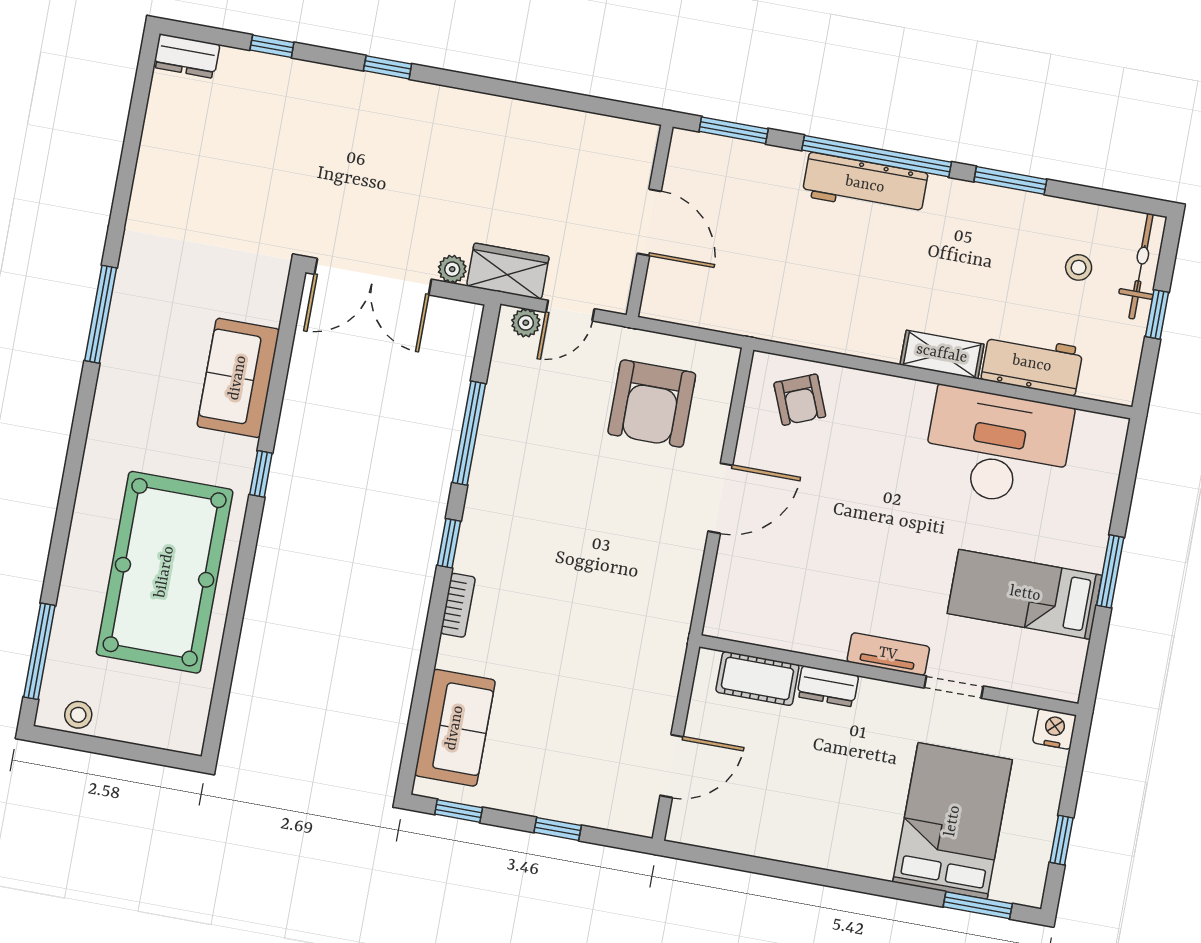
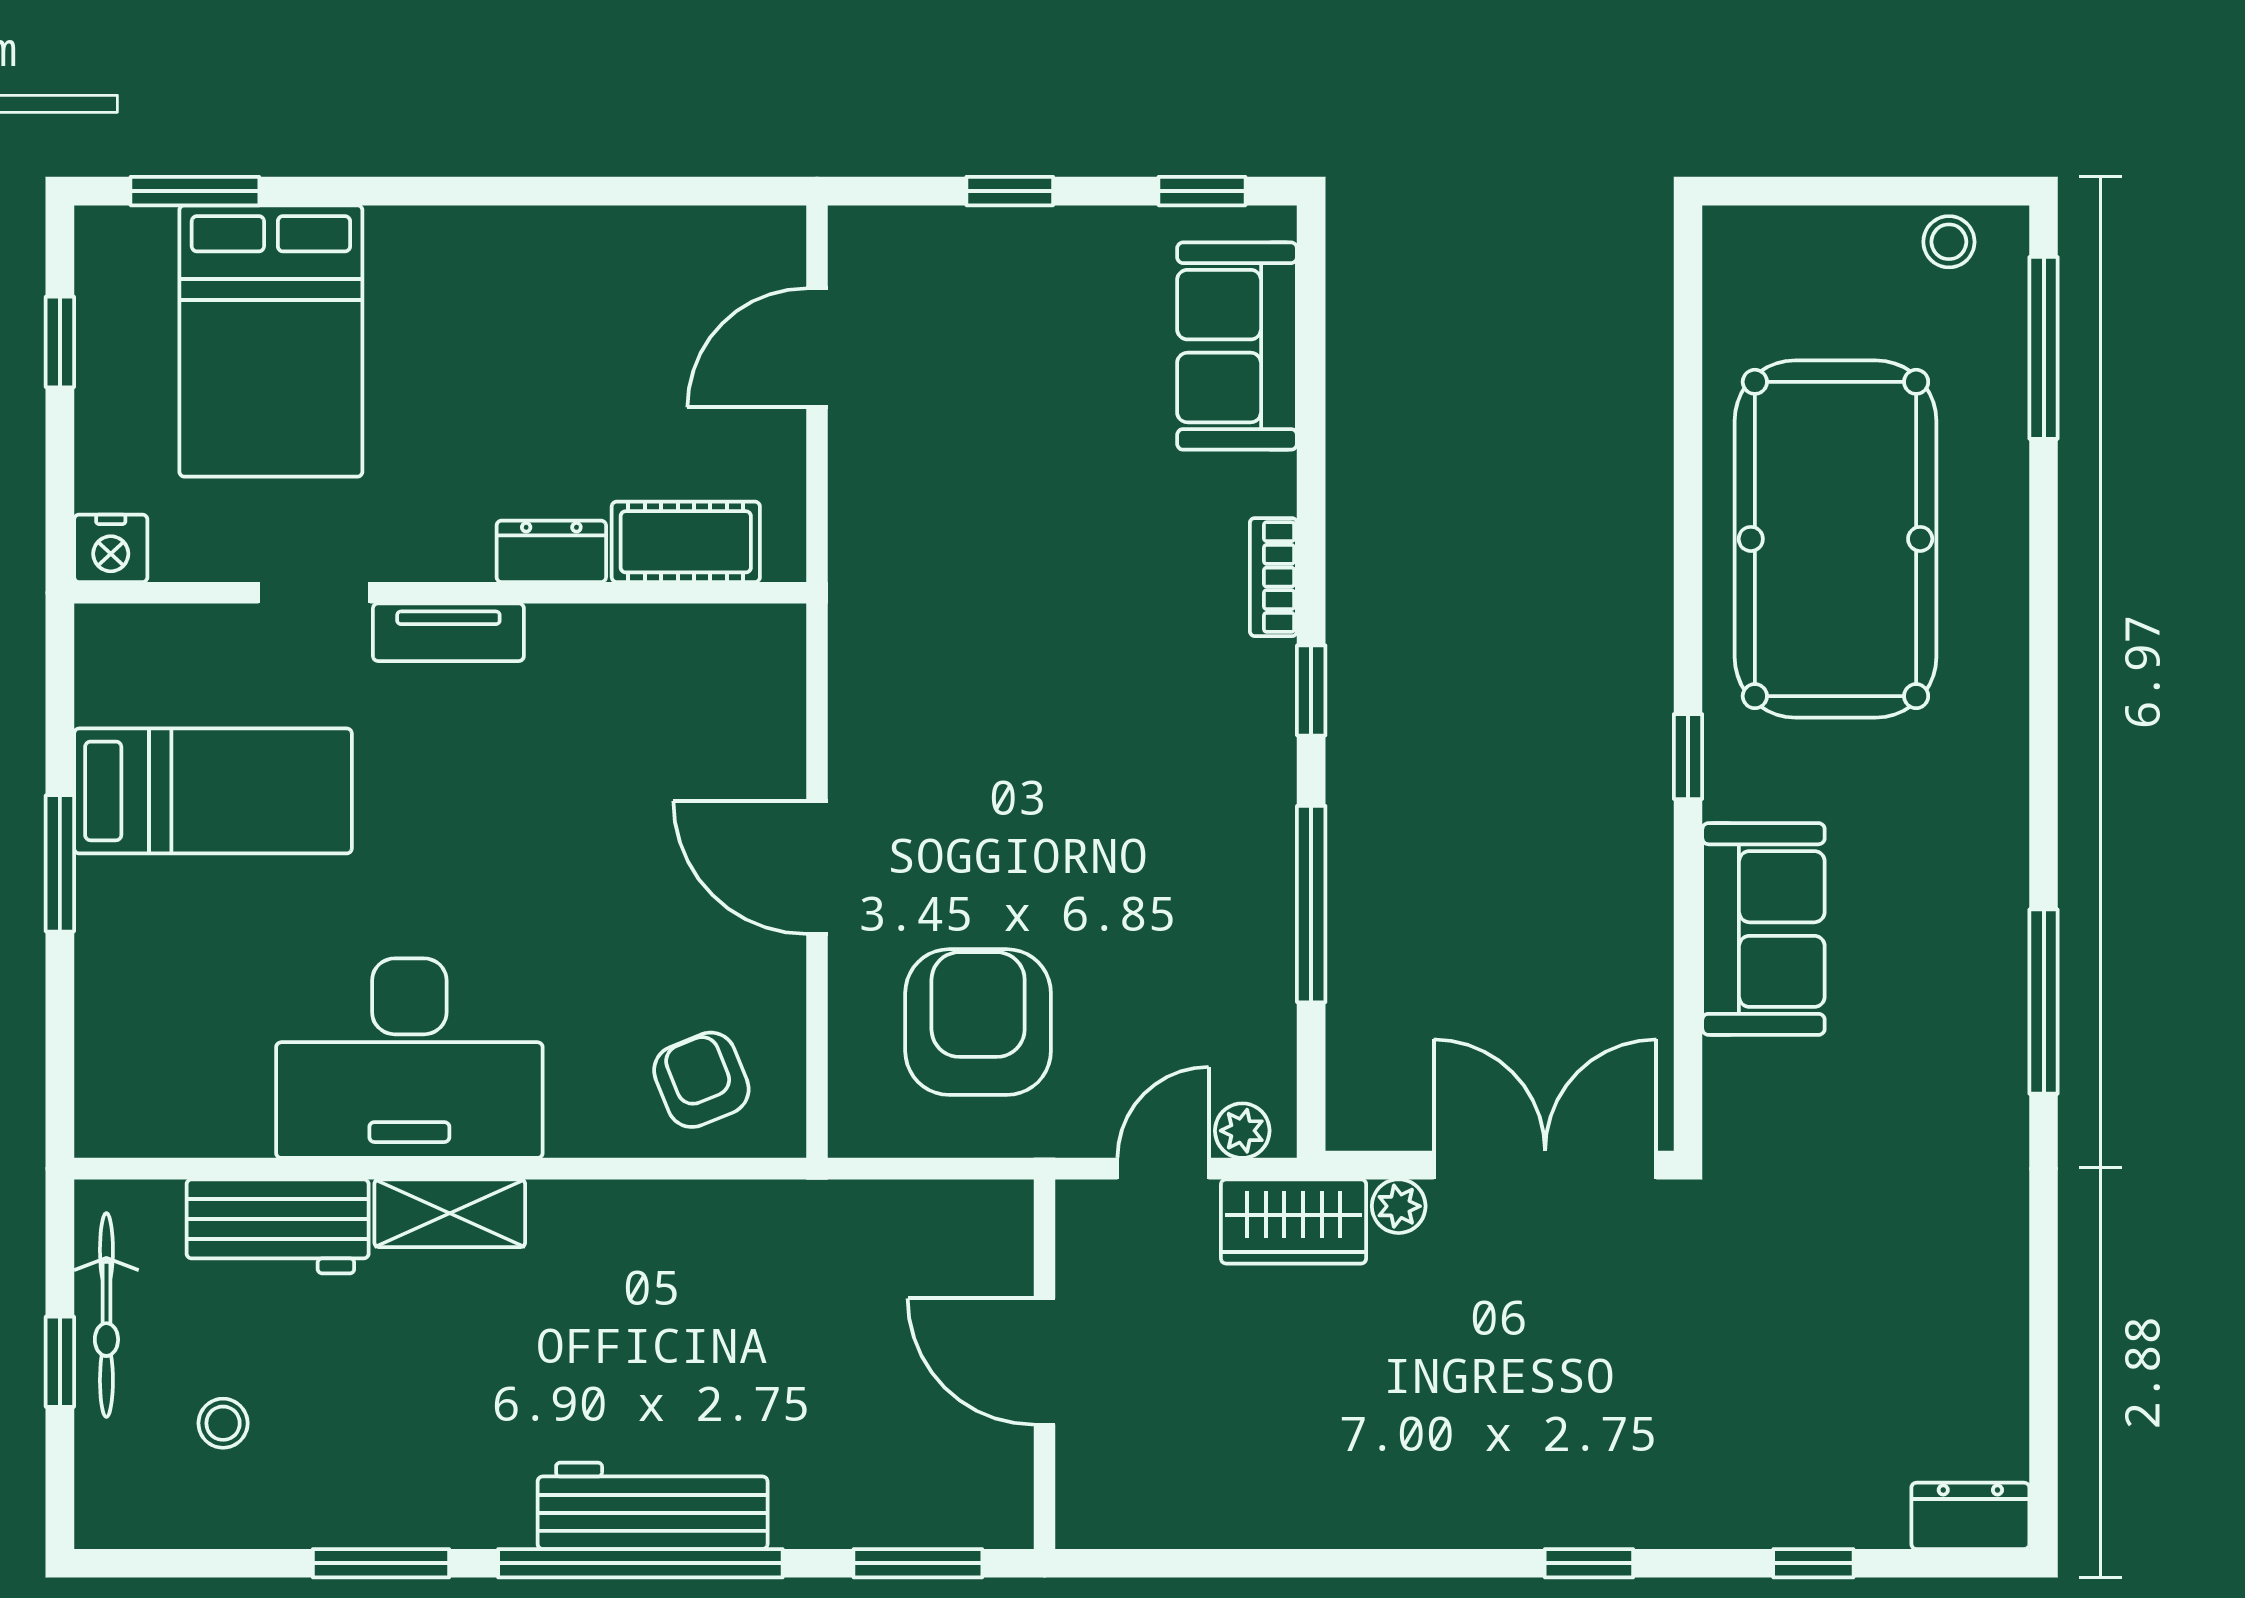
bicycle: (1141, 266) -> (106, 1315), moved
desk: (998, 447) -> (409, 1058), moved
door: (720, 498) -> (817, 867), hinge flipped

